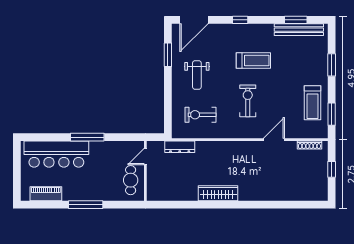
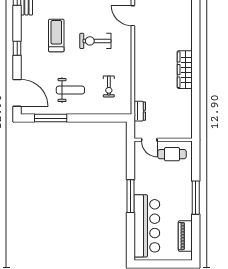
window: (168, 55) -> (51, 118), width x1.44
exercise bike: (201, 115) -> (109, 87), width x0.73, depth x0.72
dresser: (180, 147) -> (140, 111), width x0.70

